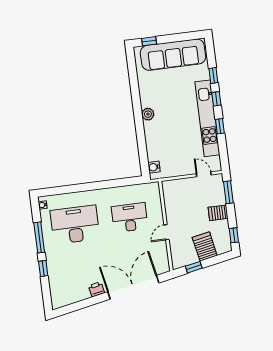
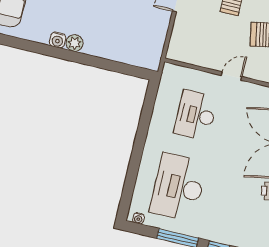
water cooler: (154, 167) -> (58, 40), moved
door: (166, 232) -> (232, 76), swing flipped

